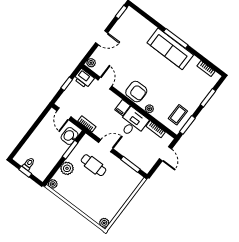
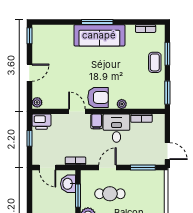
door: (105, 83) -> (77, 111), moved
coffee table: (178, 115) -> (155, 62), moved
door: (165, 154) -> (167, 151), moved

